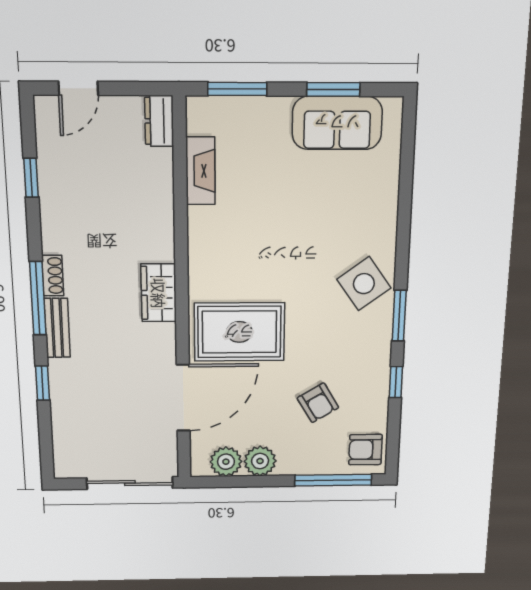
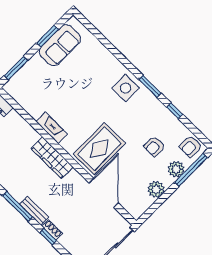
fireplace: (200, 171) -> (52, 128), moved
shoe rack: (53, 276) -> (52, 230), moved
side table: (364, 284) -> (125, 88), turned 36
wardrobe: (159, 293) -> (52, 158), width x1.50
armchair: (318, 403) -> (154, 146), turned 121
plant: (226, 462) -> (176, 169), moved

